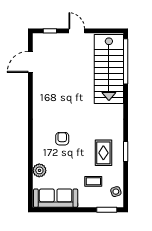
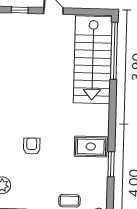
rug: (103, 153) -> (91, 147), moved, turned 90

